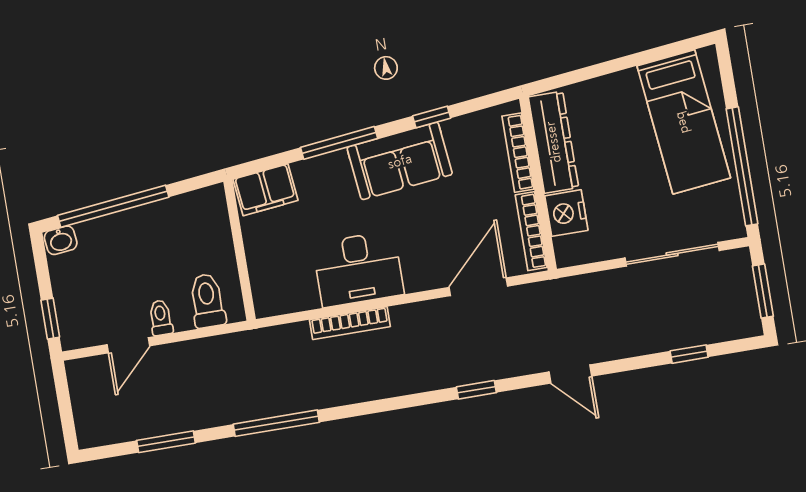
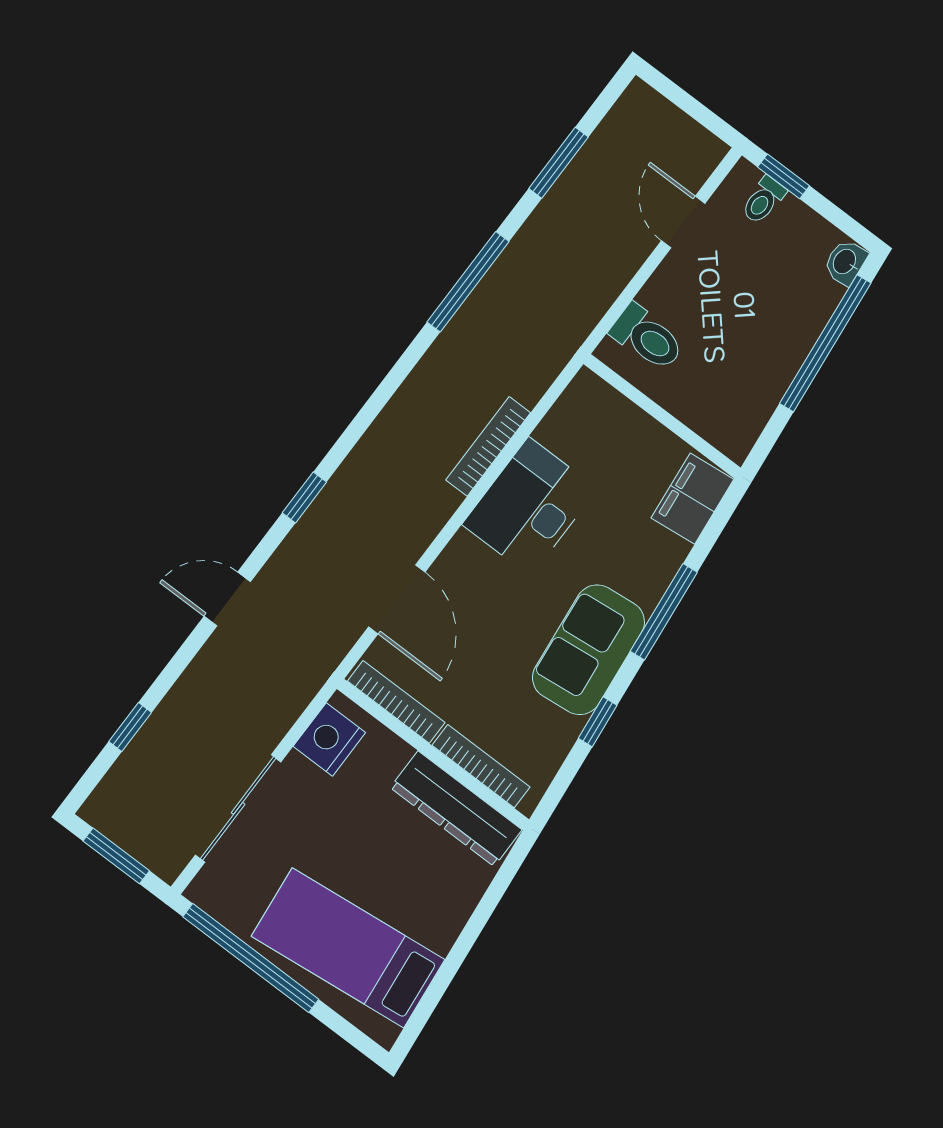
nightstand: (566, 213) -> (329, 739), moved, turned -90
toilet: (161, 318) -> (763, 200), moved, turned 90

